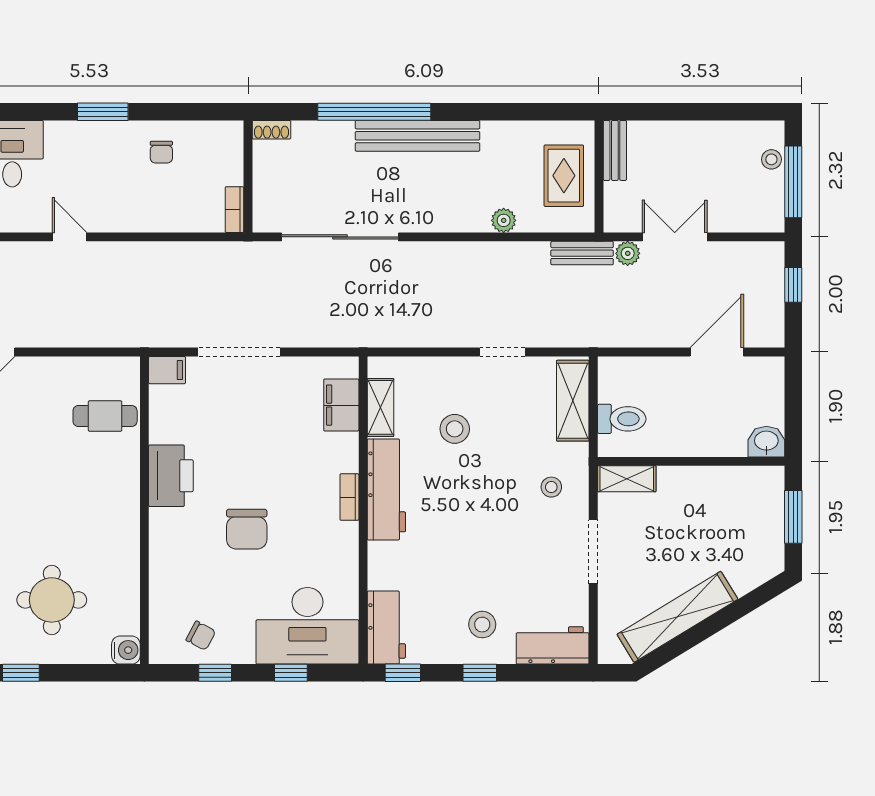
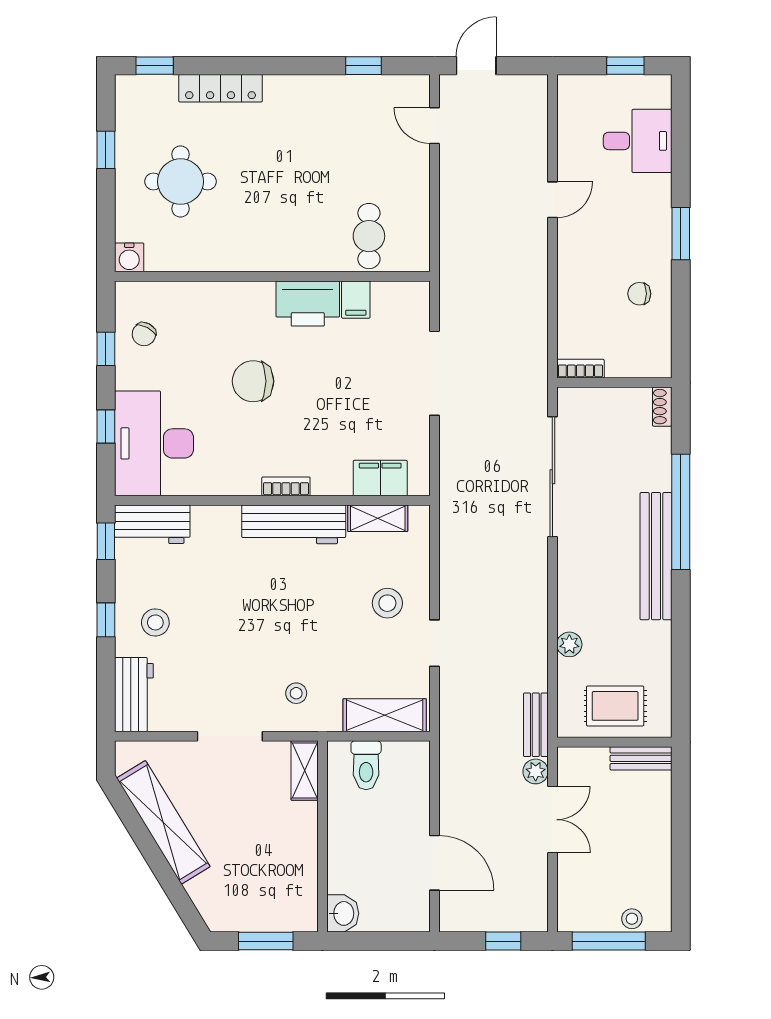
filing cabinet: (167, 370) -> (356, 300), moved
stool: (455, 429) -> (387, 603), moved

